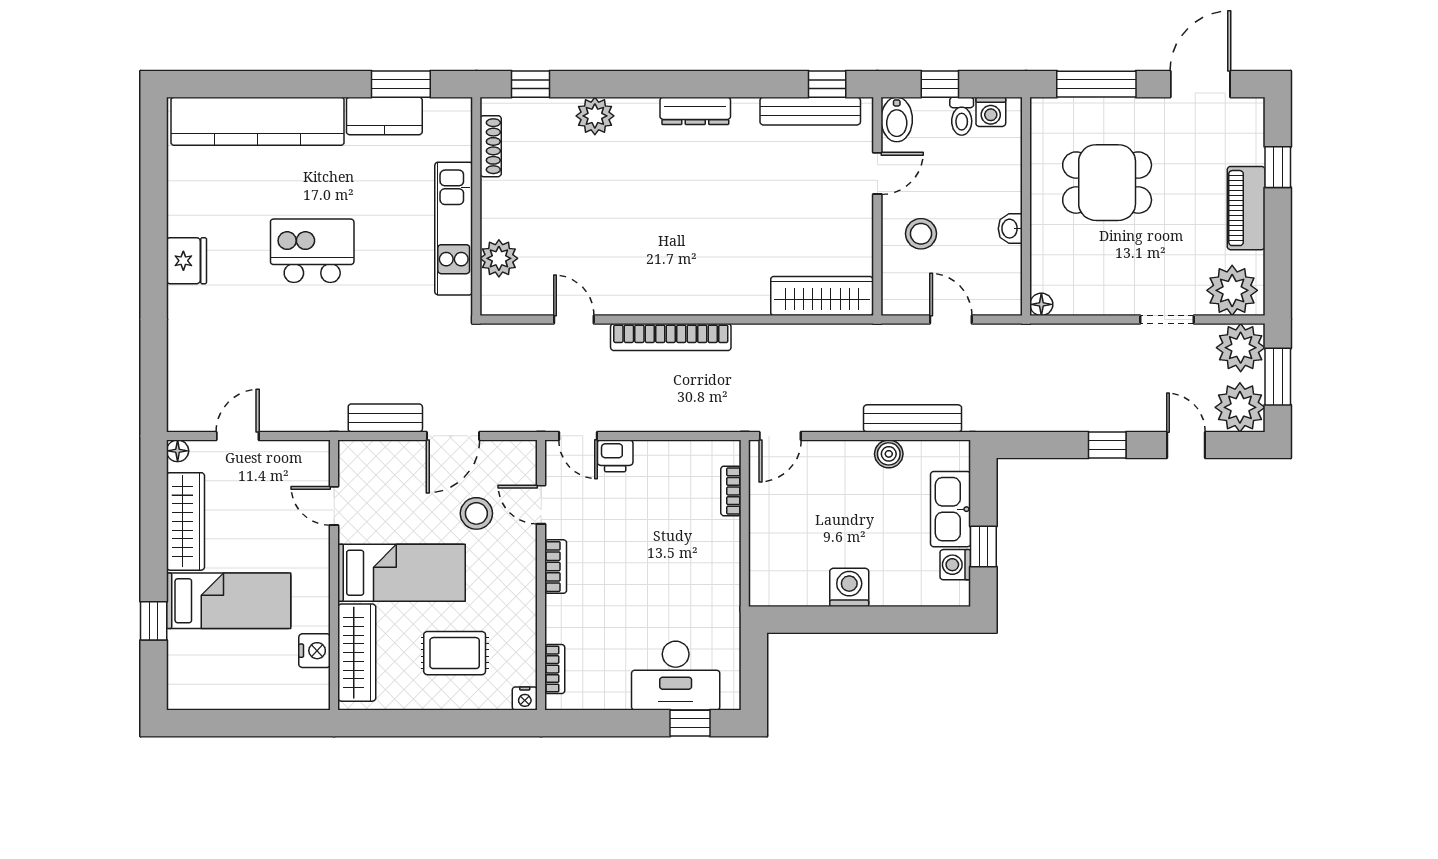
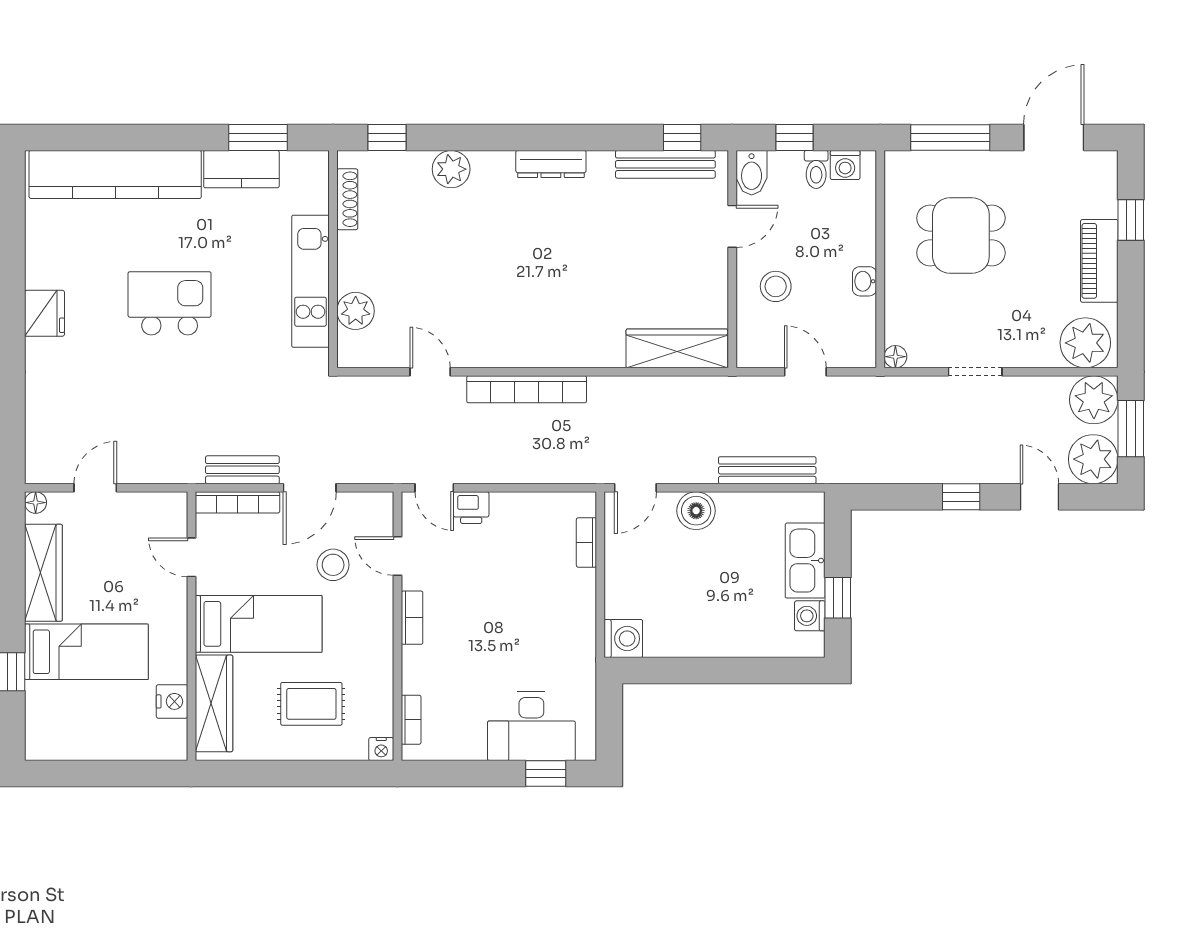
doorway: (1167, 320) -> (975, 372), moved
bookcase: (380, 451) -> (237, 502), added
boiler: (889, 454) -> (696, 511), moved, width x1.36, depth x1.36
washing machine: (849, 587) -> (623, 639), moved, turned 90

